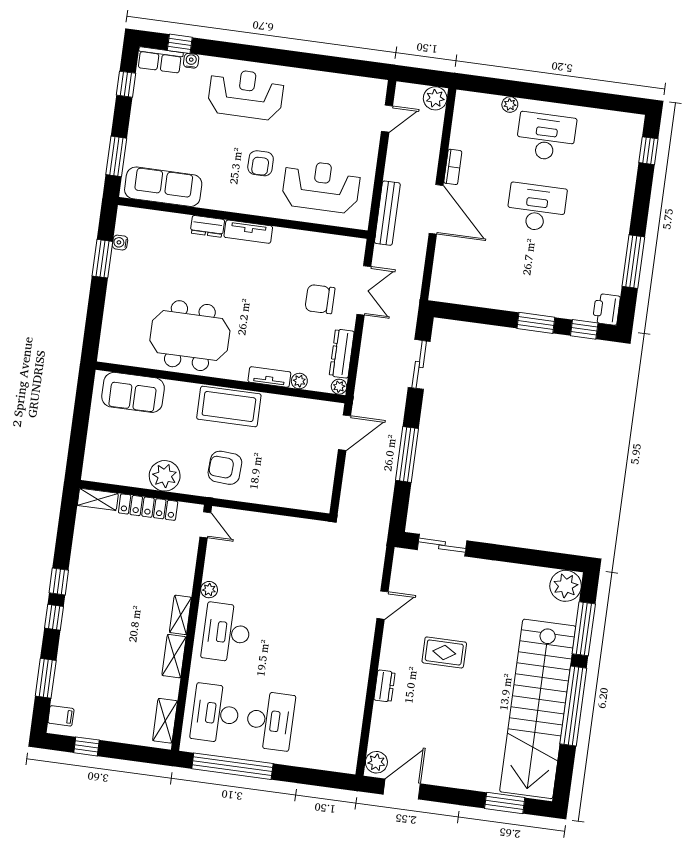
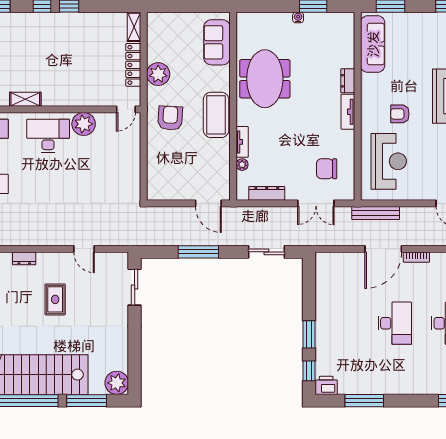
water cooler: (120, 243) -> (298, 18), moved
chair: (320, 299) -> (327, 169), moved, turned -90
plant: (339, 387) -> (242, 195), removed
plant: (209, 590) -> (84, 124), width x1.88, depth x1.88
shelving: (180, 615) -> (57, 100), removed

